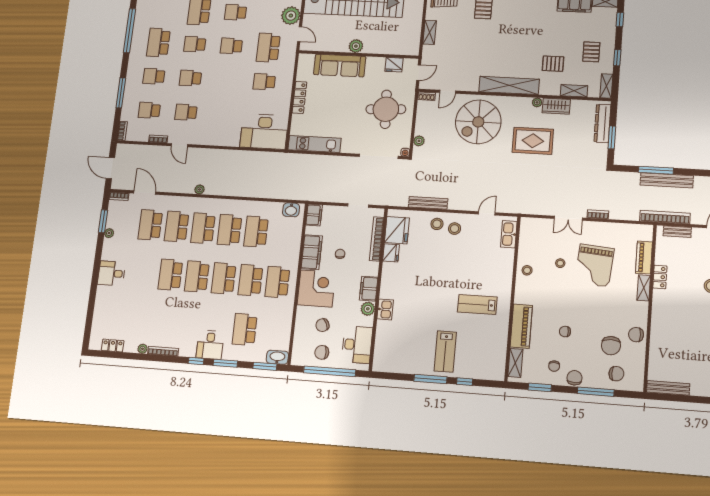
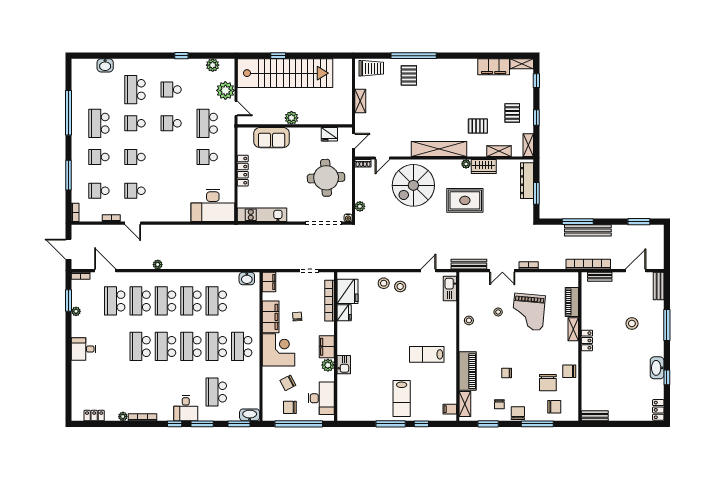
sofa: (340, 65) -> (272, 138), width x0.73
bench: (428, 203) -> (469, 264), moved
locker: (660, 277) -> (587, 340), moved
filing cabinet: (498, 367) -> (450, 409), added
bench: (668, 388) -> (595, 416), width x0.73

